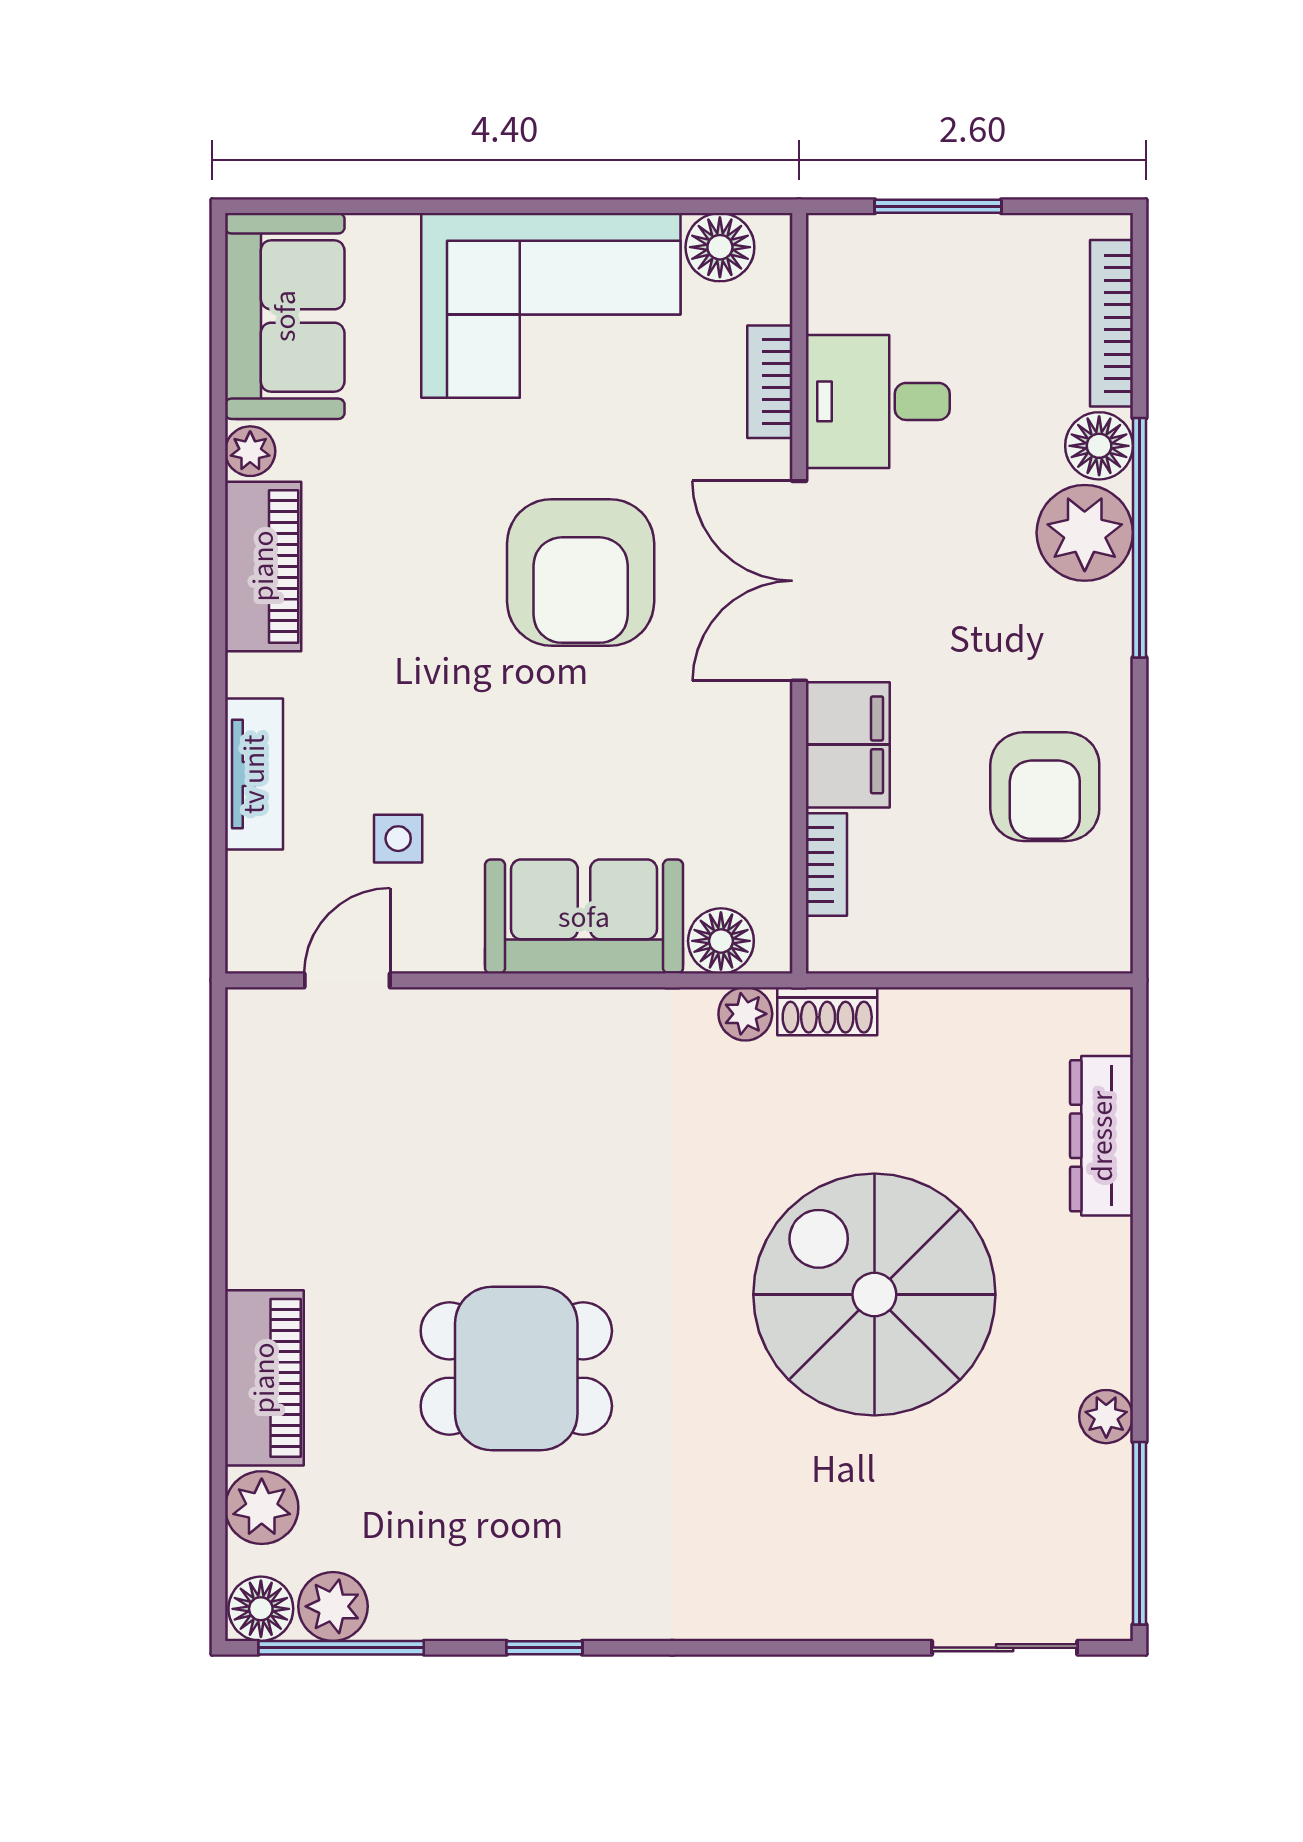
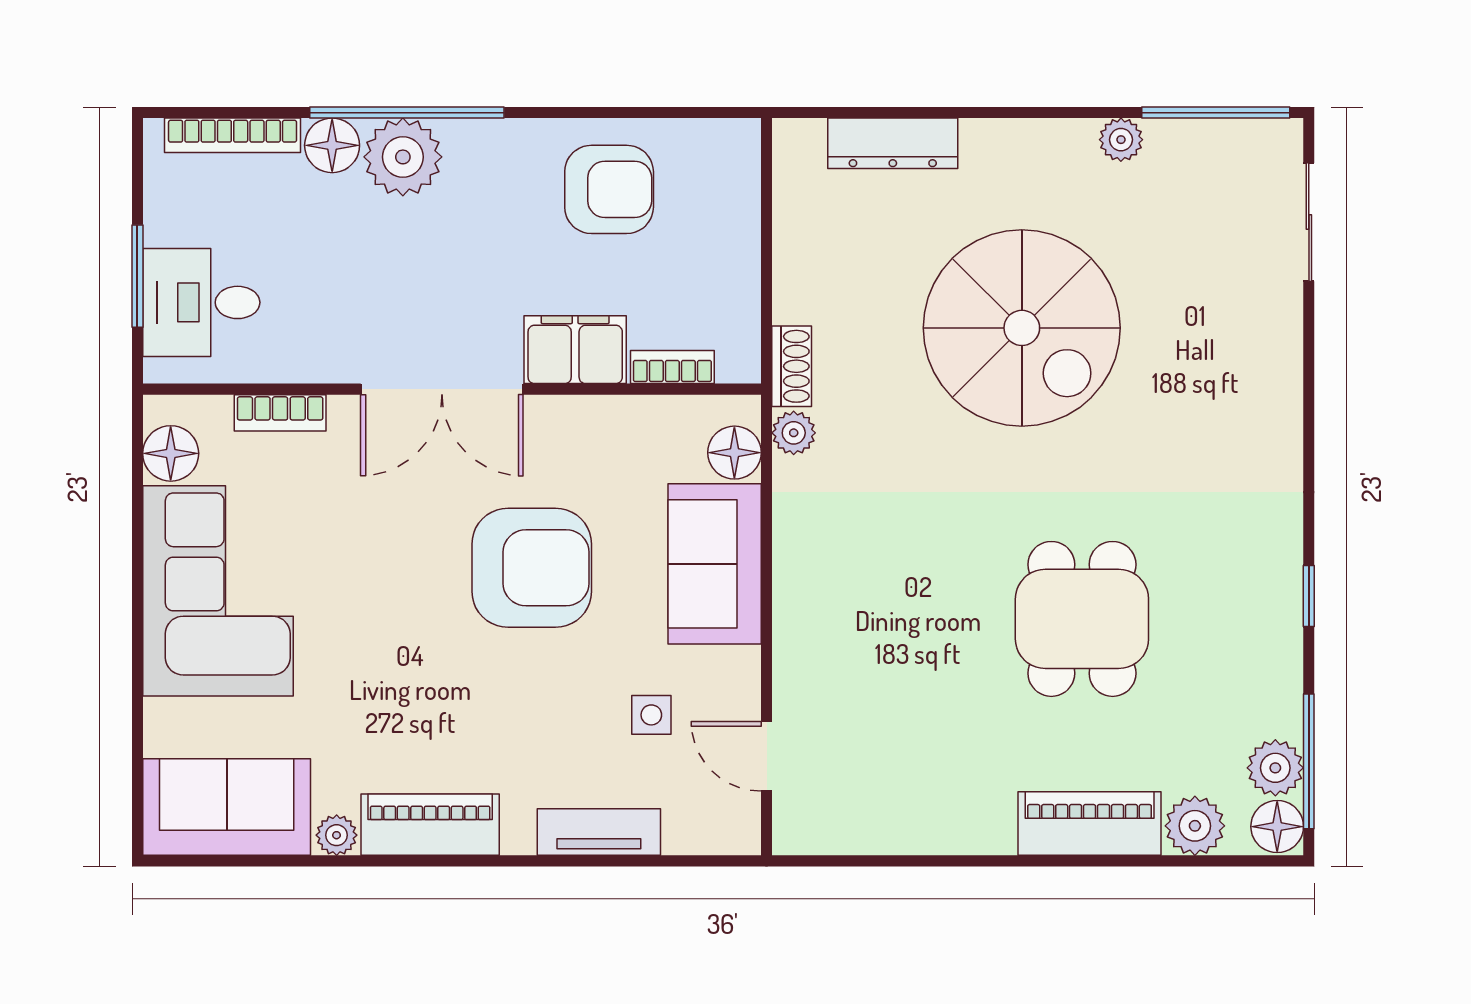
desk: (878, 401) -> (201, 302), moved, turned 90
armchair: (581, 572) -> (532, 568), moved
spiral stairs: (874, 1295) -> (1022, 328), turned -90

